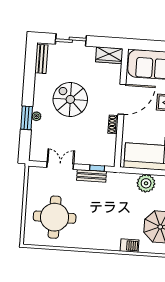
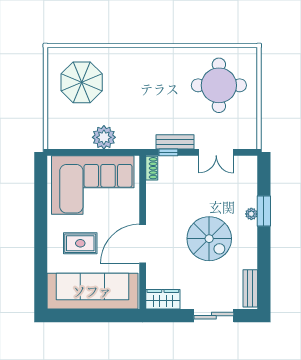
shoe rack: (113, 124) -> (152, 168), moved
barbecue: (130, 246) -> (120, 55), removed

